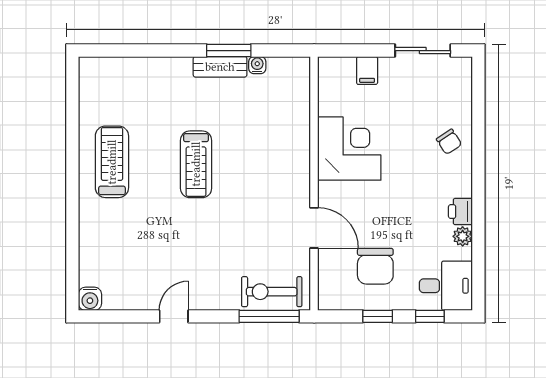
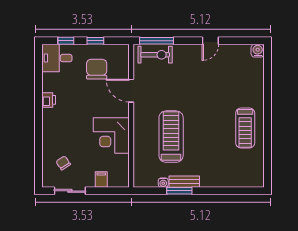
chair: (449, 142) -> (63, 163), moved
treadmill: (196, 164) -> (171, 137), moved, width x1.37, depth x1.38
plant: (463, 236) -> (47, 86), removed

